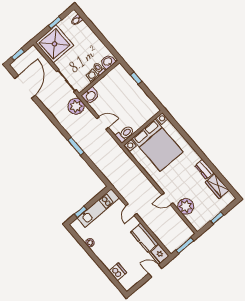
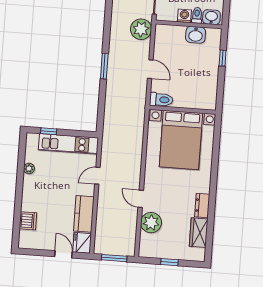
washbasin: (90, 96) -> (196, 35), moved

